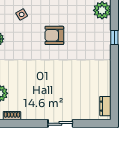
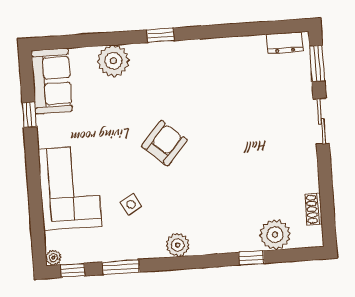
armchair: (54, 35) -> (164, 143), turned -139
window: (93, 123) -> (317, 63), added

